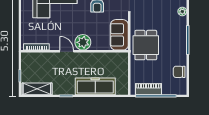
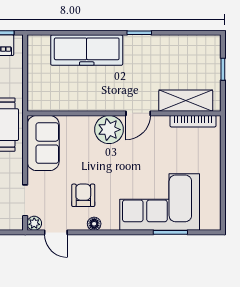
door: (67, 51) -> (138, 113), hinge flipped
shelving: (37, 89) -> (186, 101), moved

